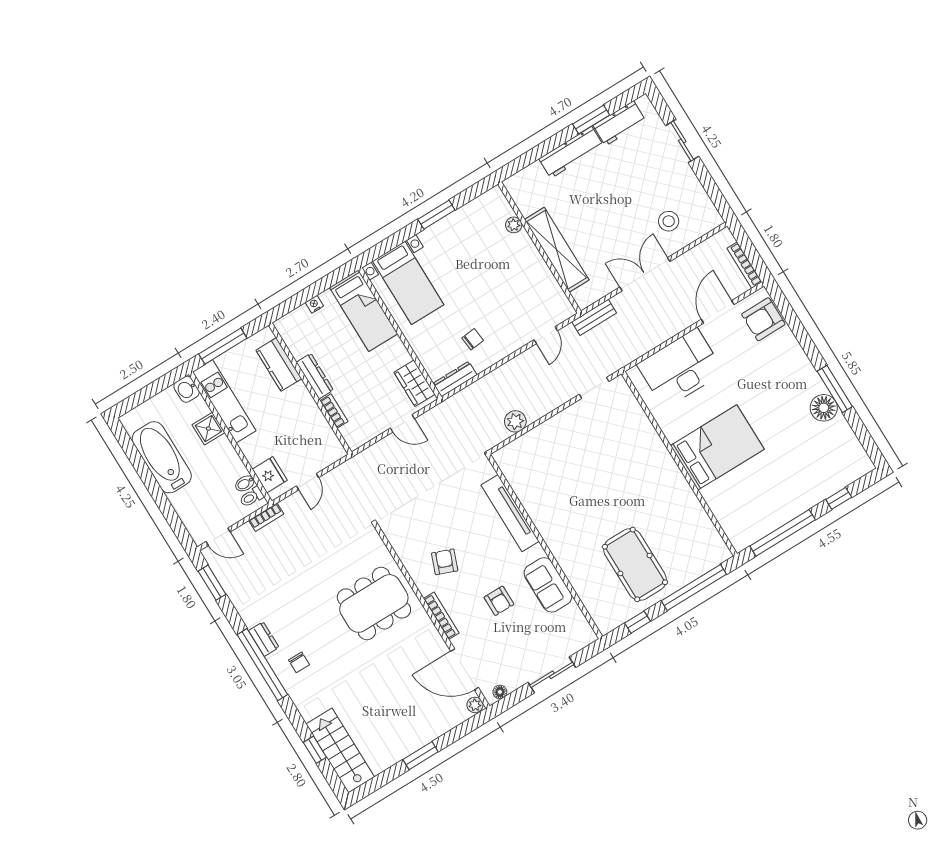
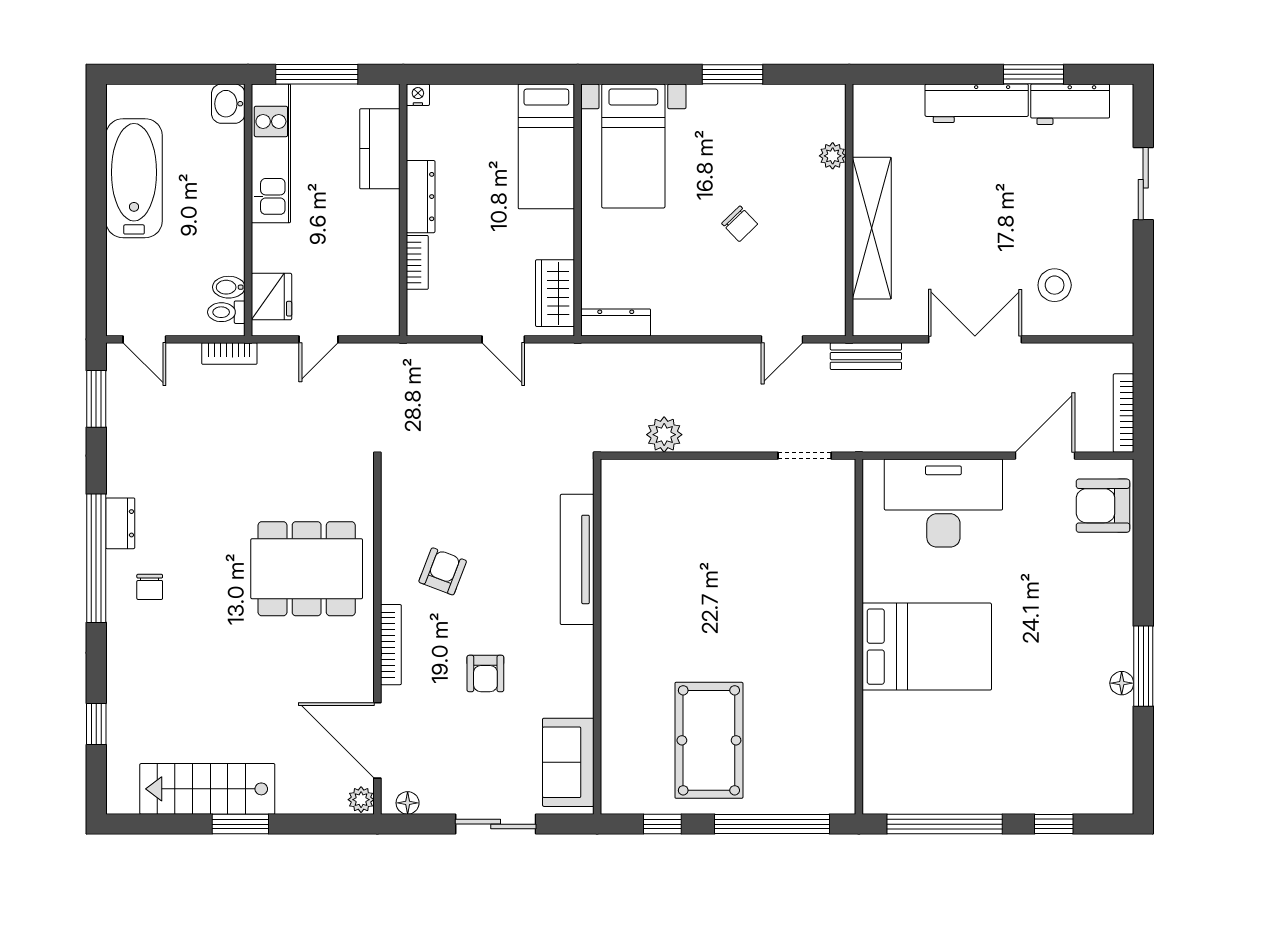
nightstand: (314, 304) -> (418, 95), moved
chair: (473, 339) -> (740, 224), moved, turned 52
floor lamp: (824, 408) -> (1122, 683), width x0.53, depth x0.53
shower: (208, 429) -> (225, 178), removed
sofa: (548, 585) -> (568, 762), moved
stairs: (340, 750) -> (207, 789), moved, turned -90

